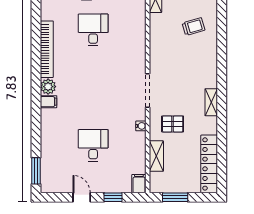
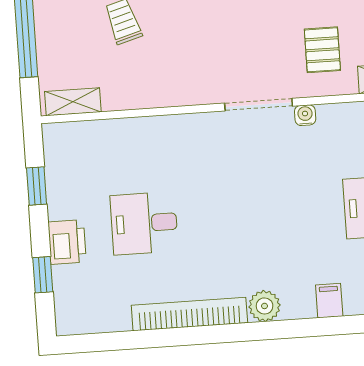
filing cabinet: (49, 102) -> (329, 301), moved
water cooler: (141, 126) -> (305, 115), moved

